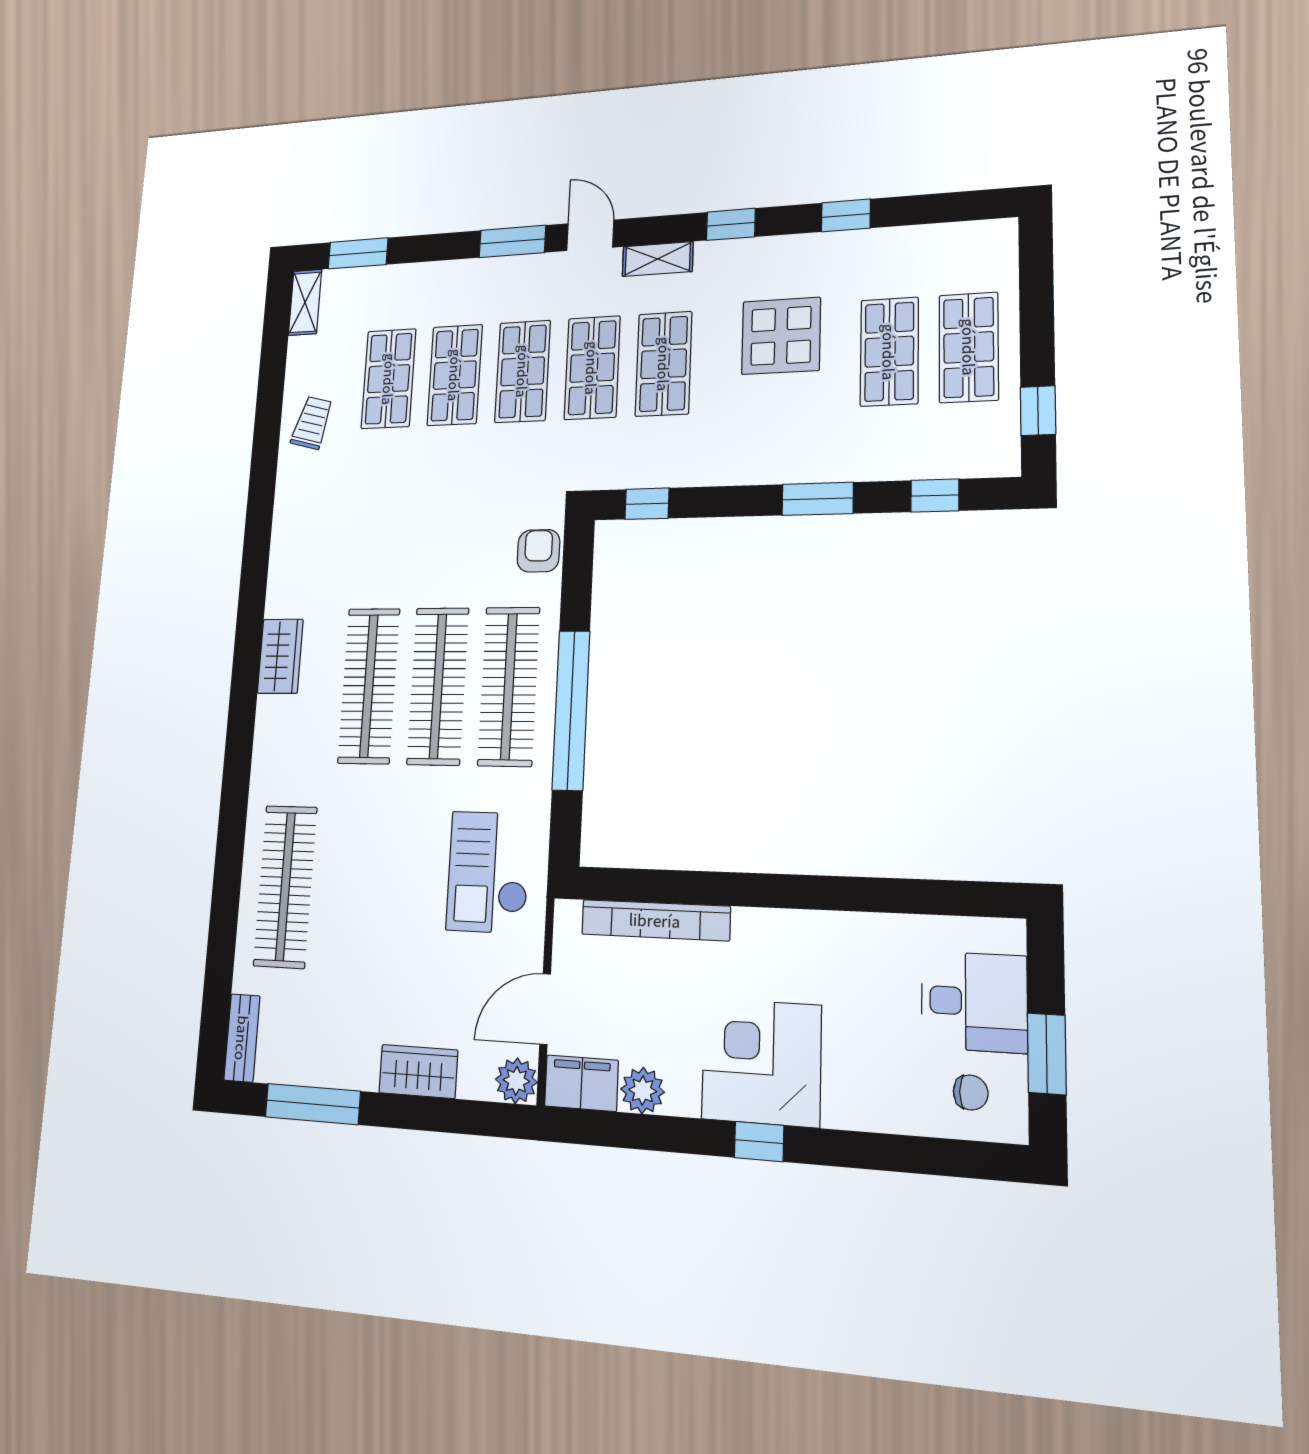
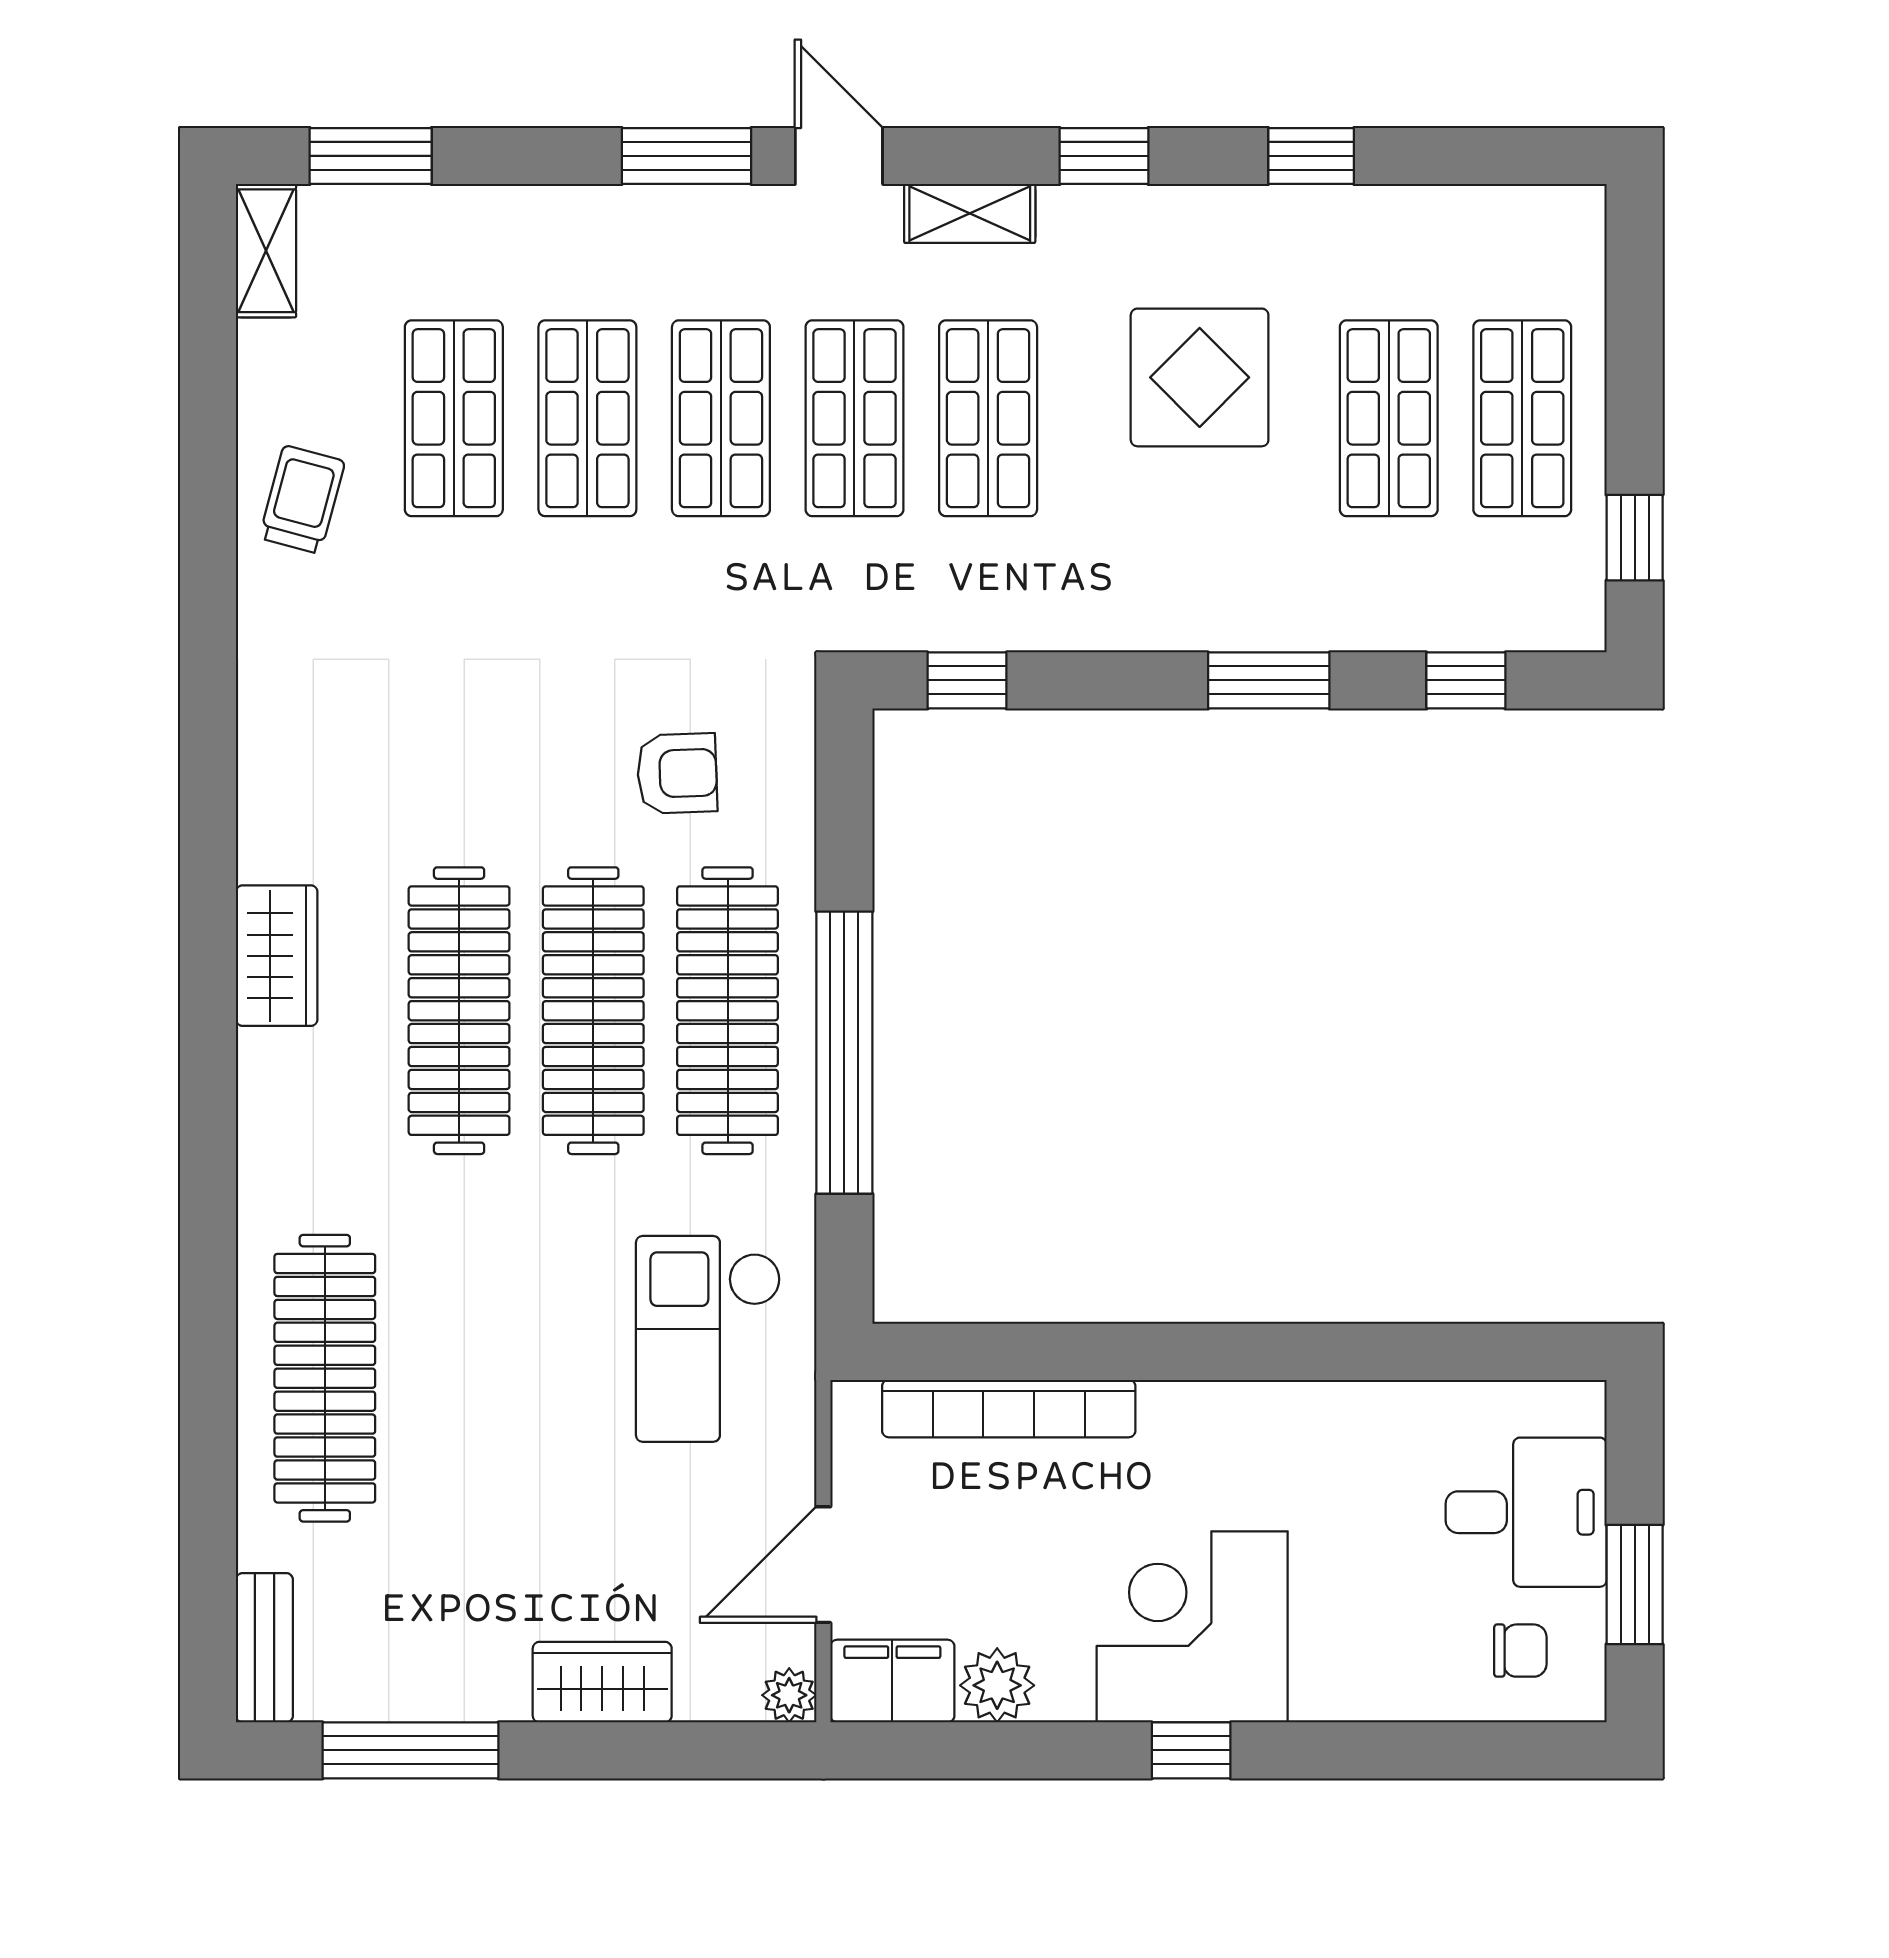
armchair: (539, 551) -> (677, 773), moved, turned 88
plant: (516, 1081) -> (789, 1695), width x0.73, depth x0.73

